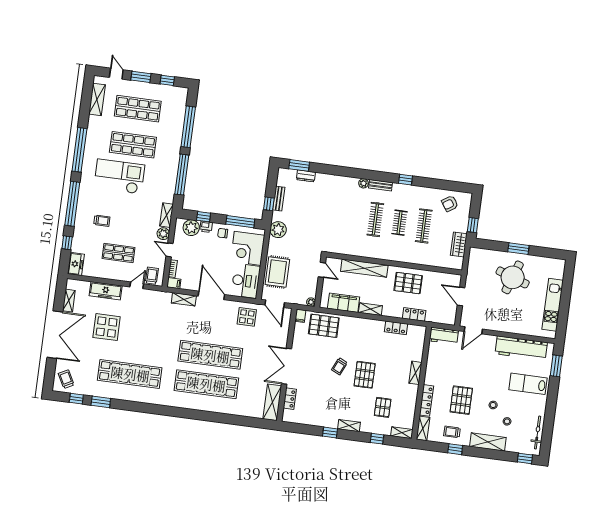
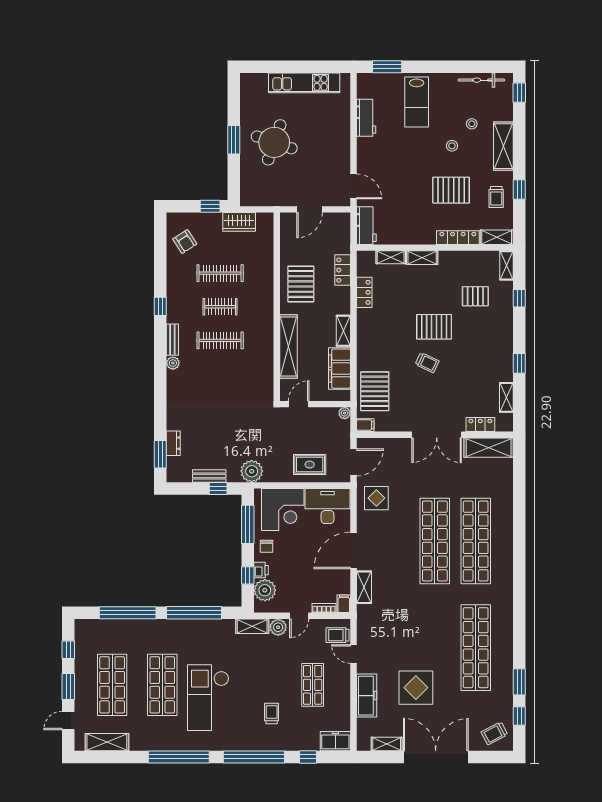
rug: (277, 272) -> (310, 465), width x0.73, depth x0.70
workbench: (521, 348) -> (366, 118), width x0.53, depth x0.76
shelving: (419, 350) -> (391, 257), added
shelving: (349, 426) -> (506, 397), moved

